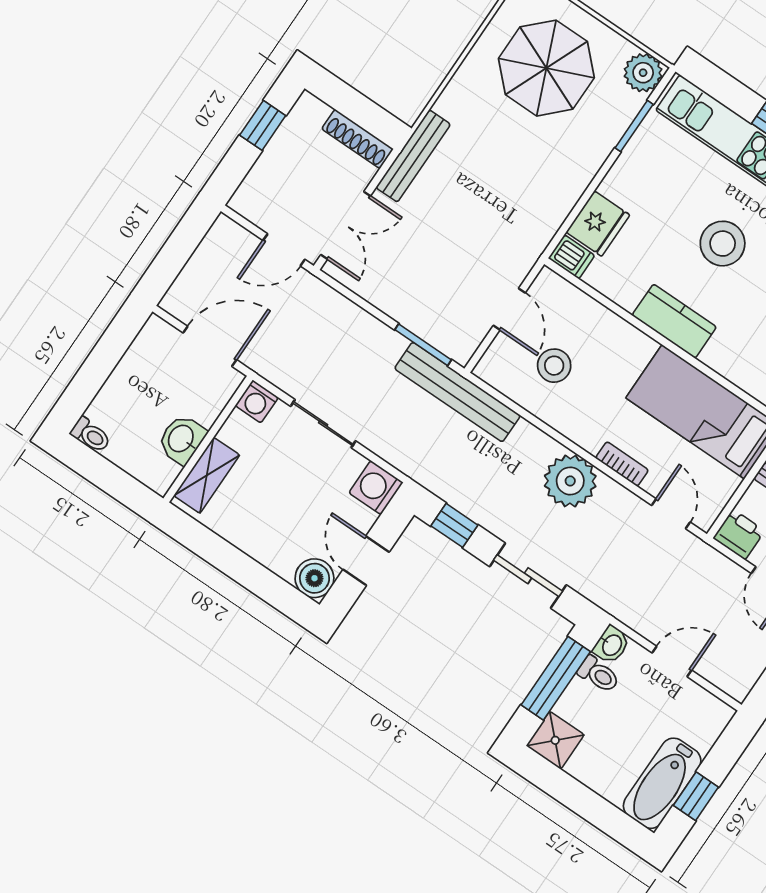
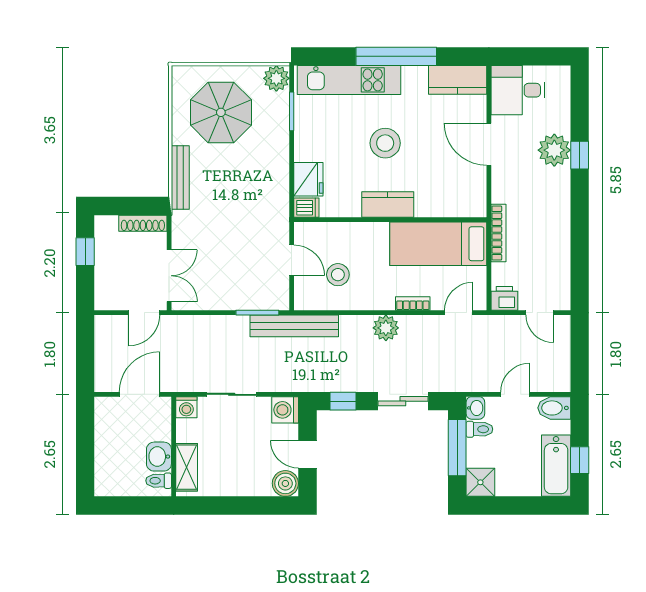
bench: (413, 156) -> (180, 178), moved
toilet: (91, 435) -> (159, 481), moved, turned 180
plant: (570, 481) -> (386, 328), width x0.73, depth x0.73
door: (671, 514) -> (459, 313), hinge flipped
bidet: (708, 711) -> (554, 408), added

